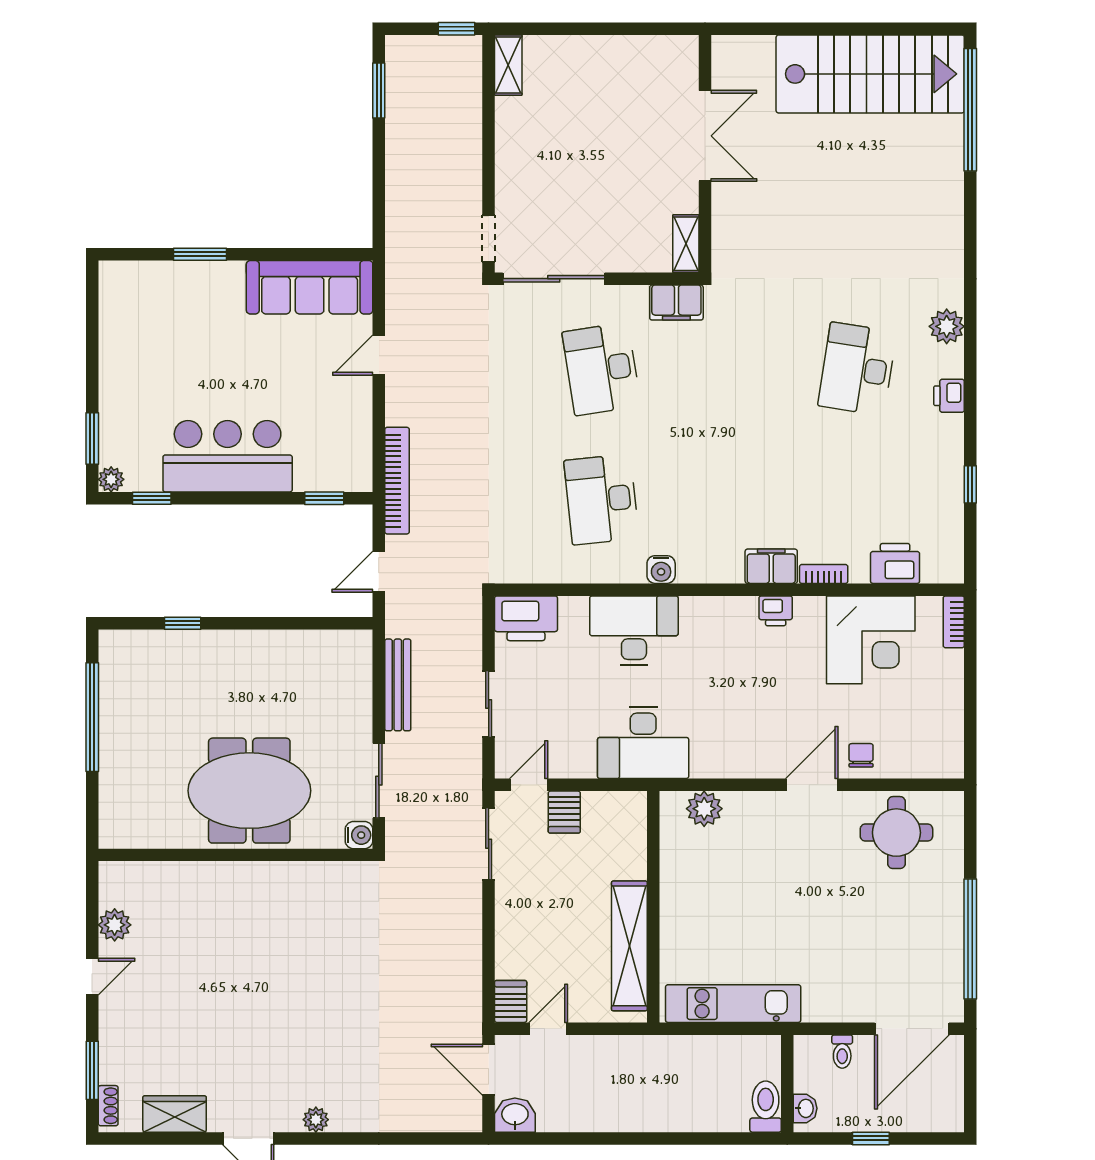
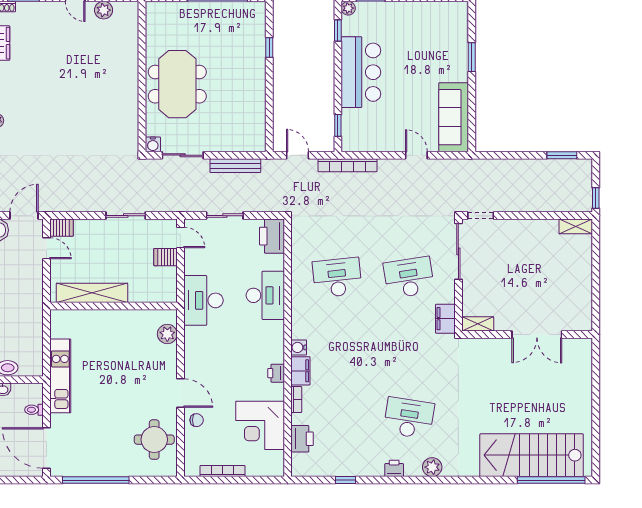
stairs: (870, 74) -> (532, 455), moved, turned 90
water cooler: (661, 570) -> (299, 347), moved
bookcase: (954, 622) -> (223, 471), moved, width x1.56
sliding door: (489, 844) -> (126, 216), moved
kitchen unit: (733, 1004) -> (60, 376), moved

